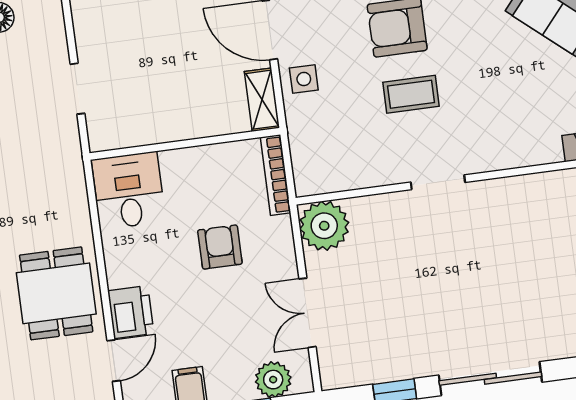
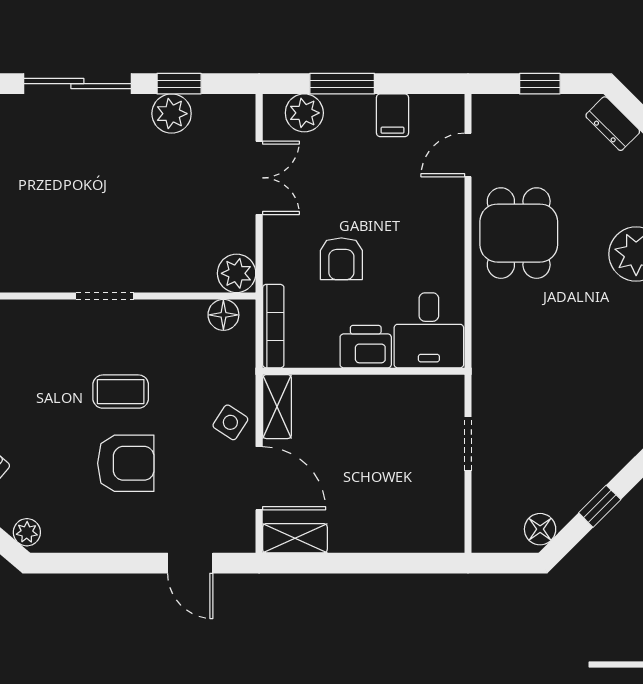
side table: (304, 79) -> (230, 422), turned 33
floor lamp: (324, 179) -> (223, 315), added
plant: (324, 226) -> (237, 273), width x0.73, depth x0.73
printer: (131, 312) -> (366, 347), moved, turned 90
plant: (398, 362) -> (172, 114), added

